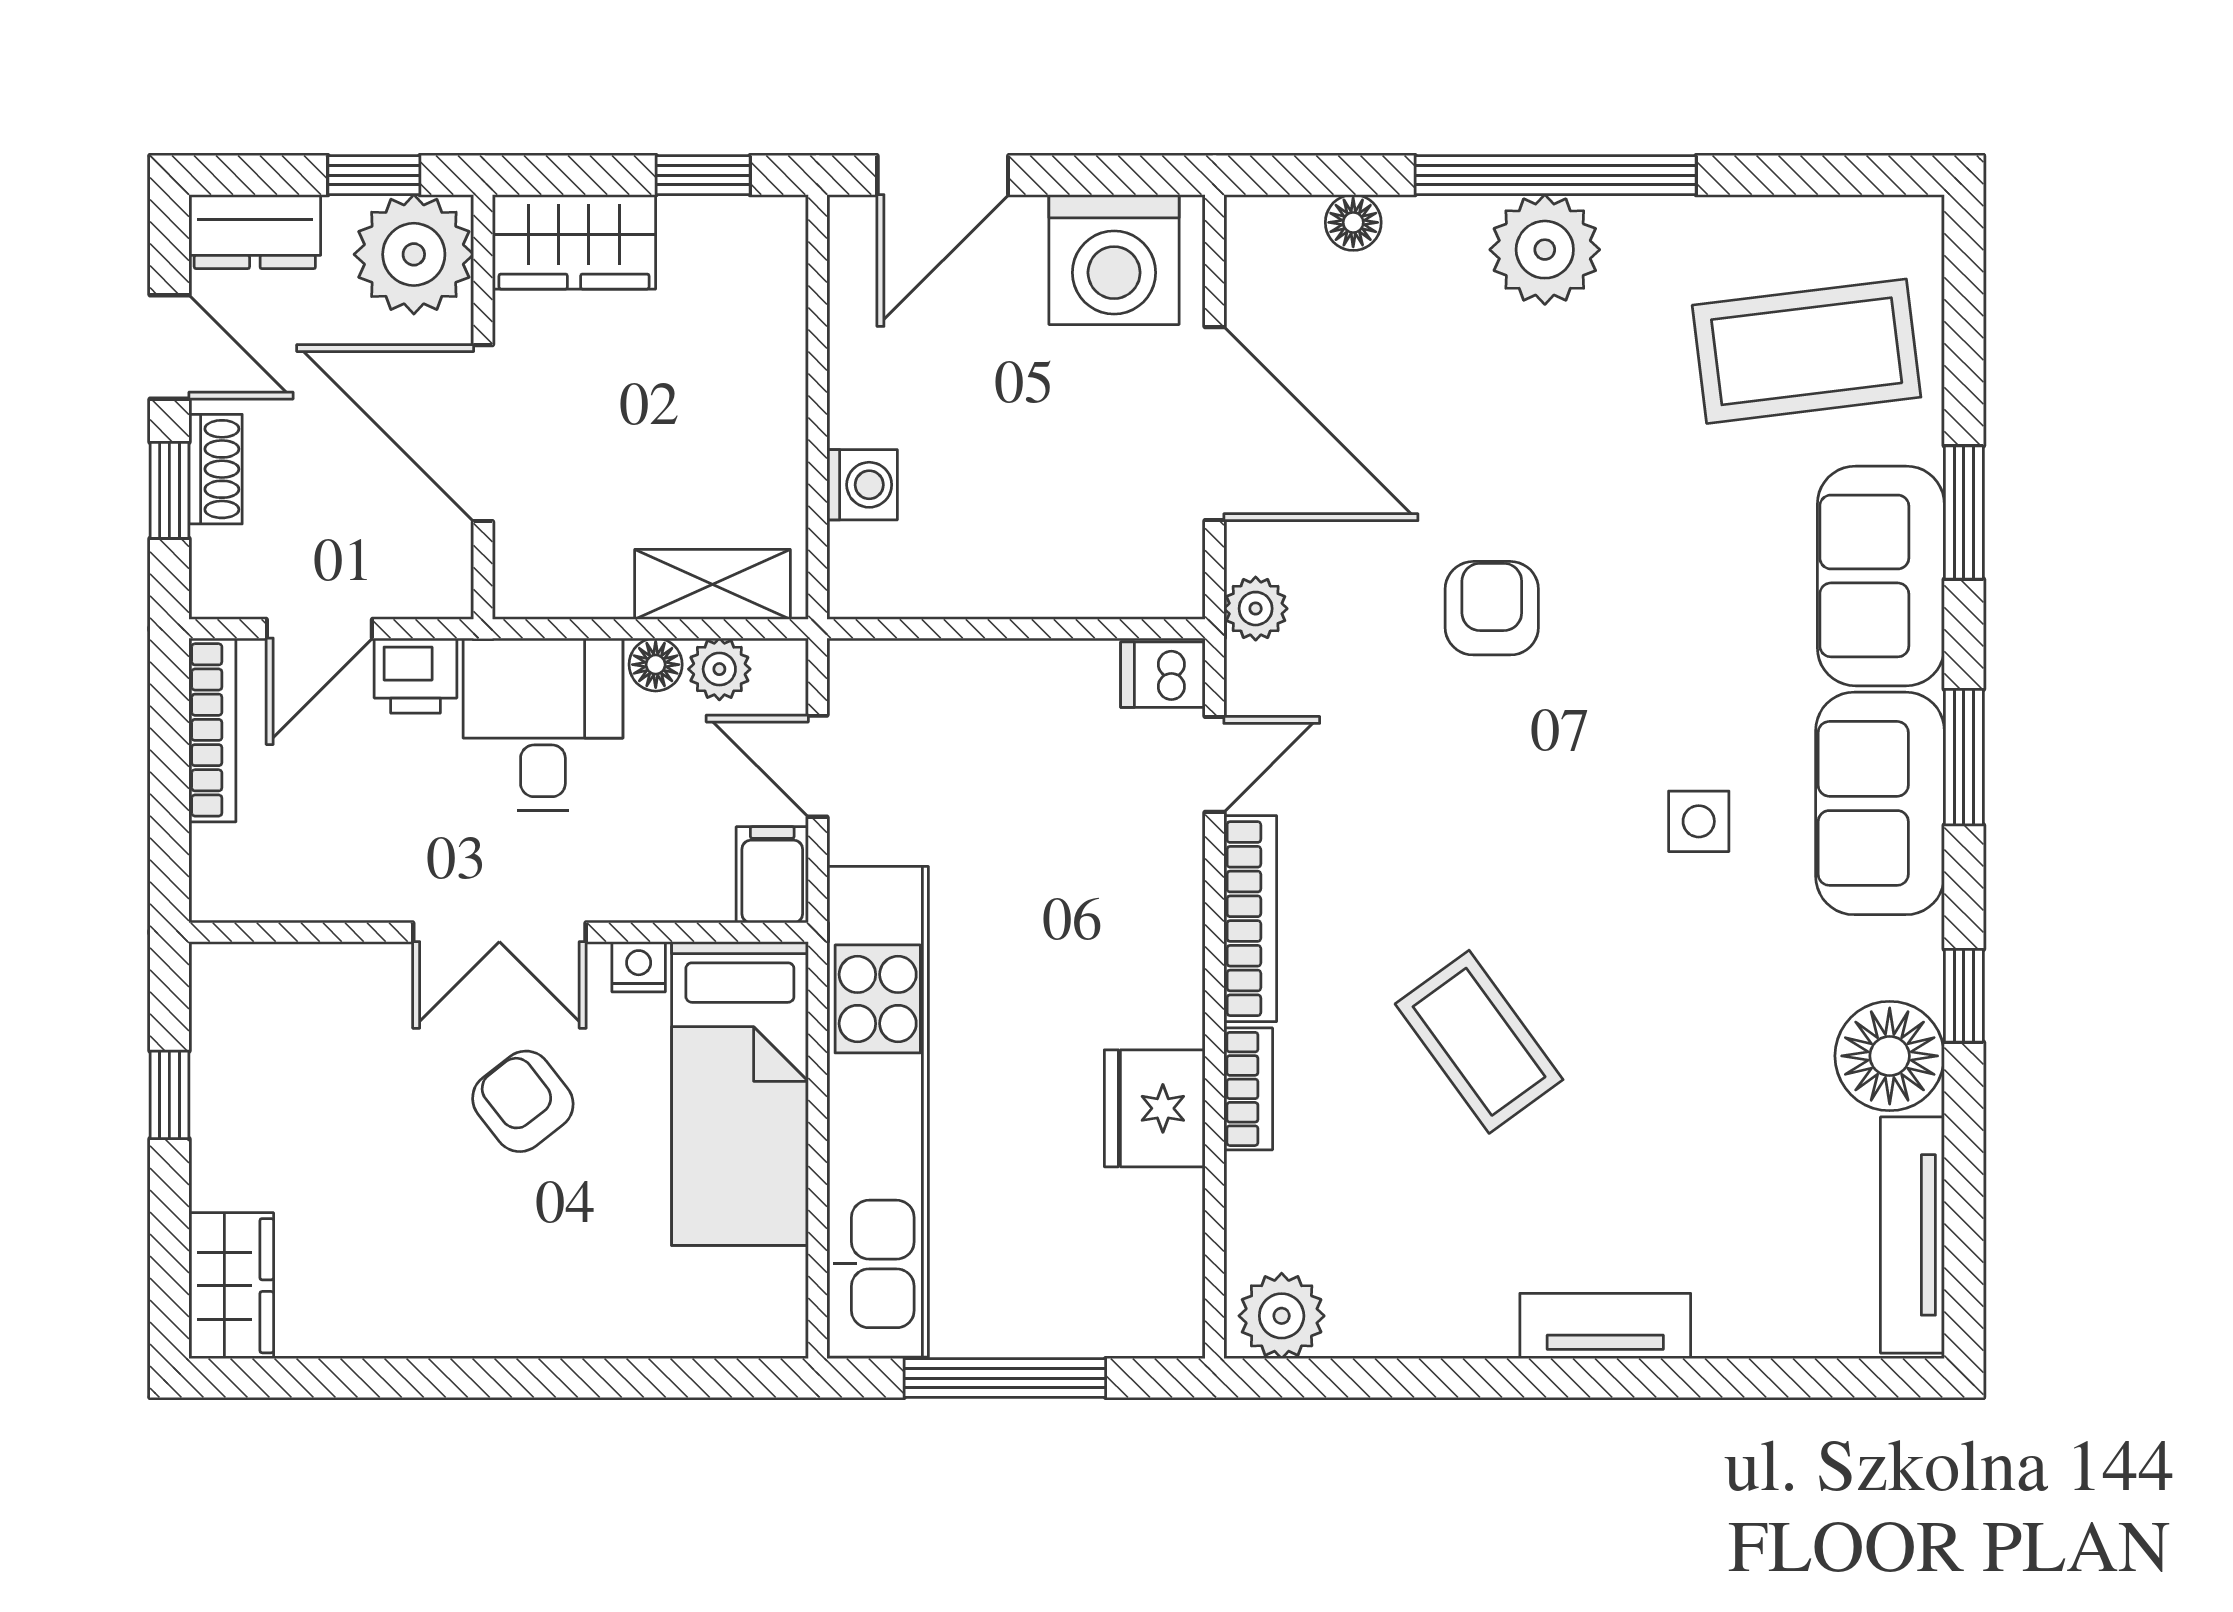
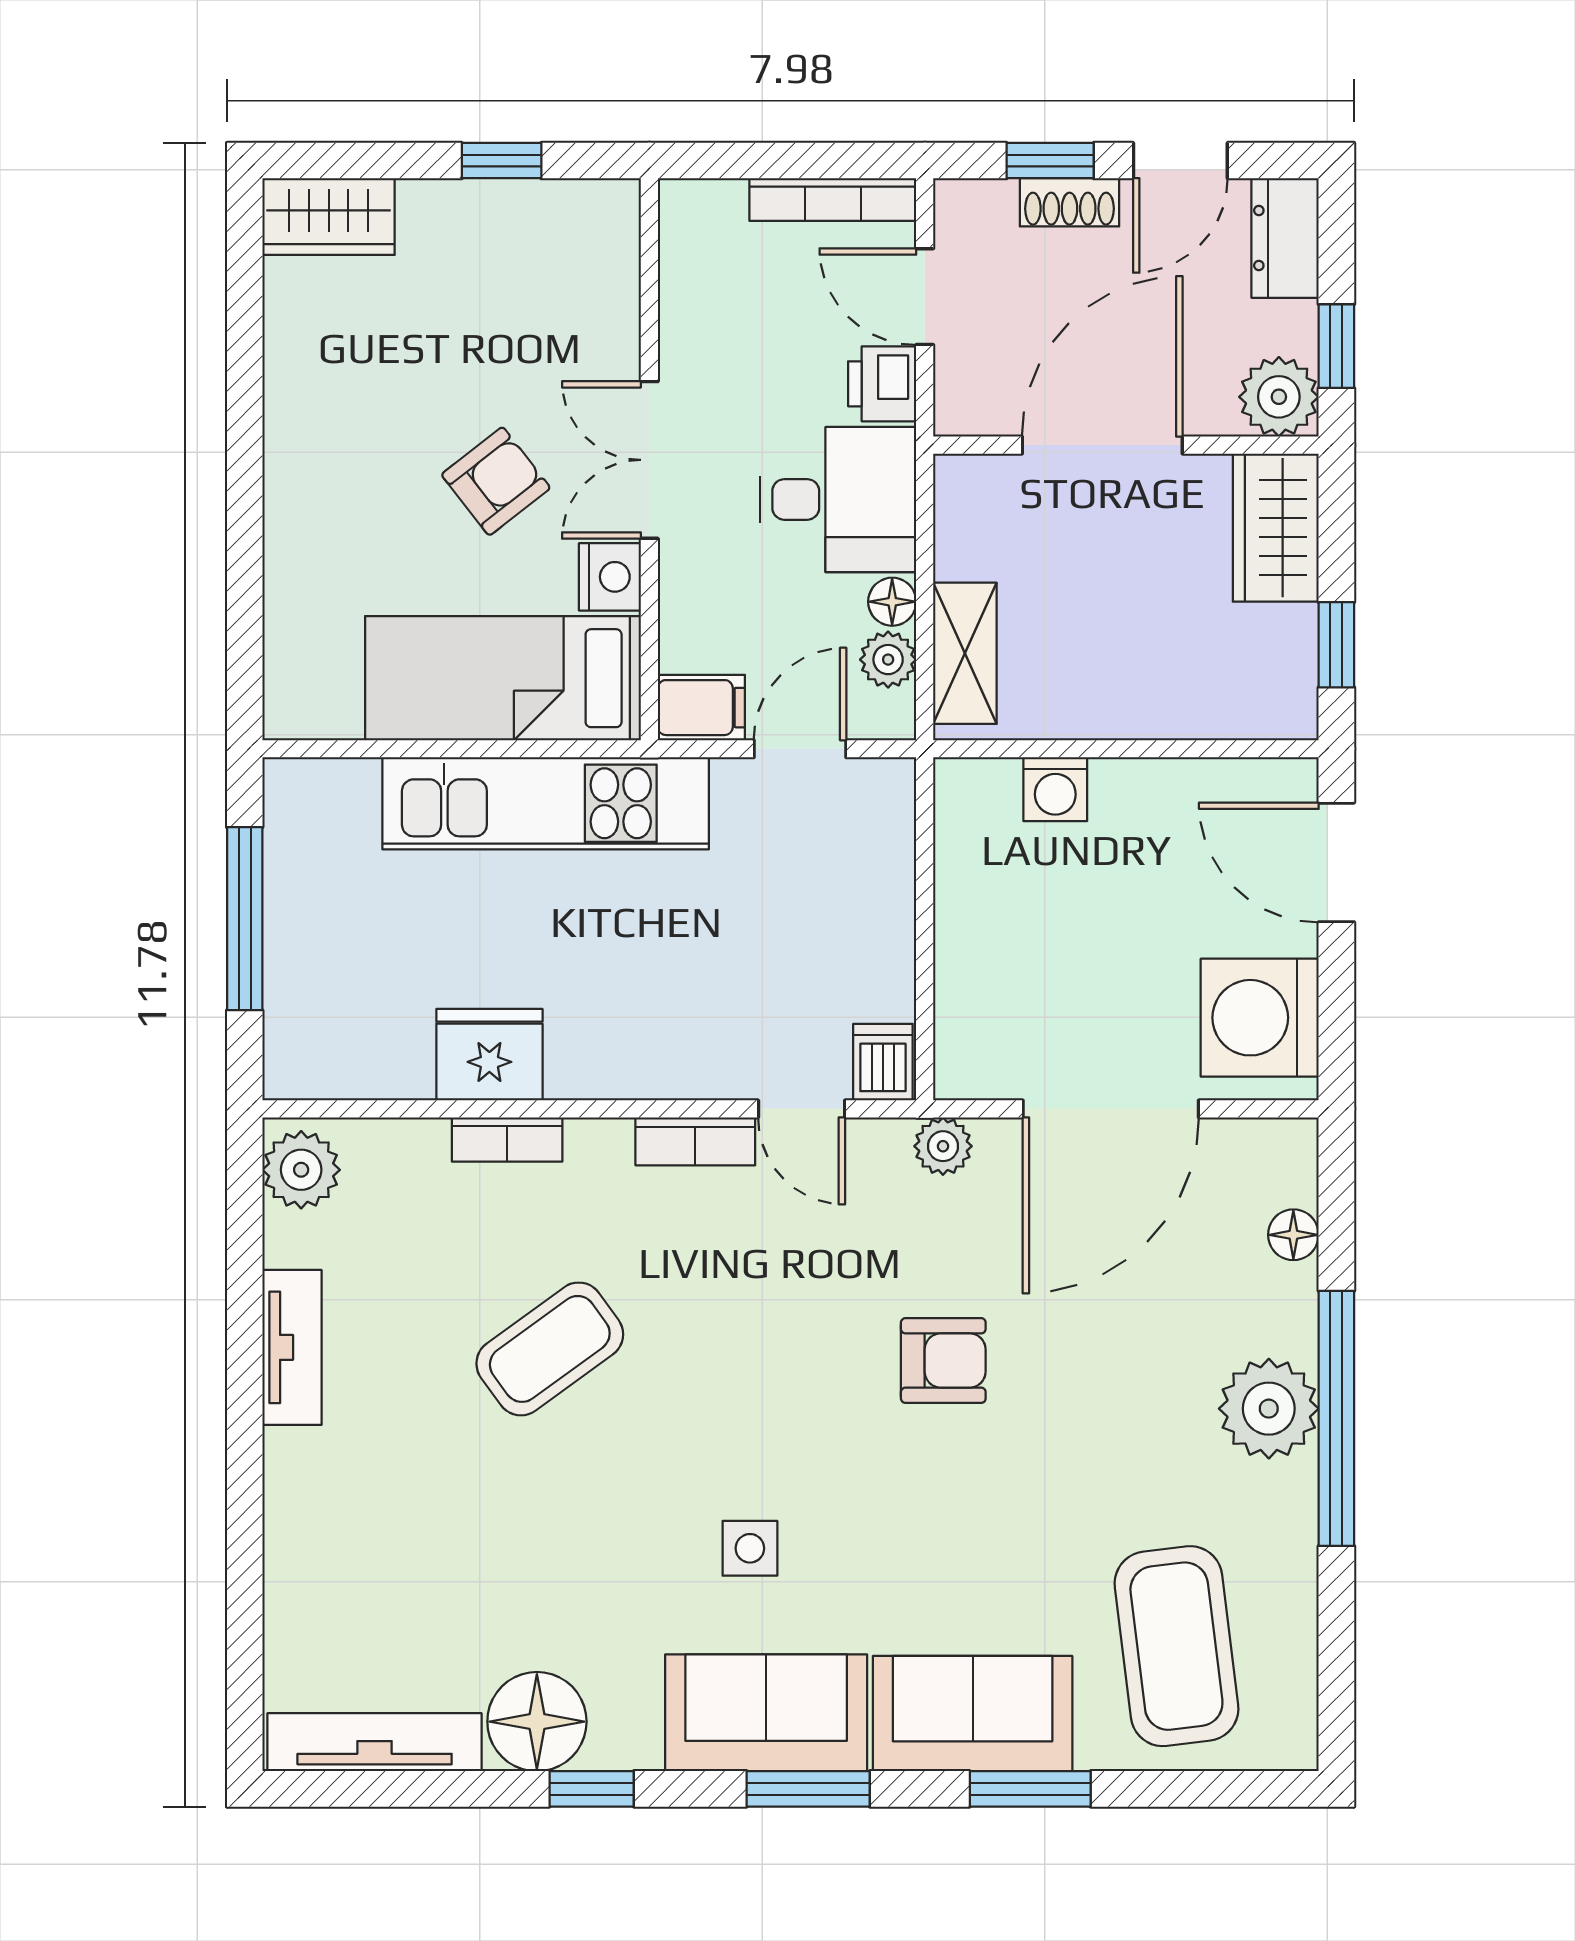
plant: (414, 254) -> (1279, 397), width x0.73, depth x0.73
bookcase: (1250, 919) -> (695, 1141), width x0.64
nightstand: (639, 967) -> (610, 577), width x1.39, depth x1.35
kitchen unit: (878, 1112) -> (546, 803), width x0.73
tv unit: (1605, 1326) -> (292, 1347), moved

